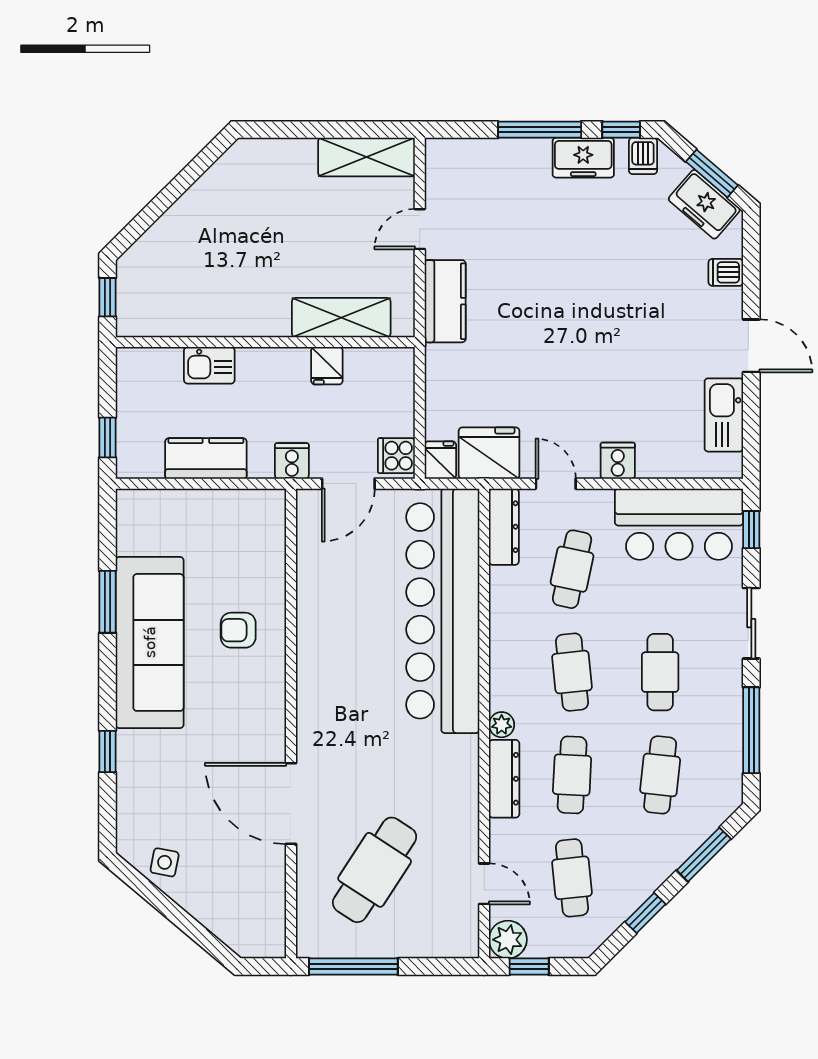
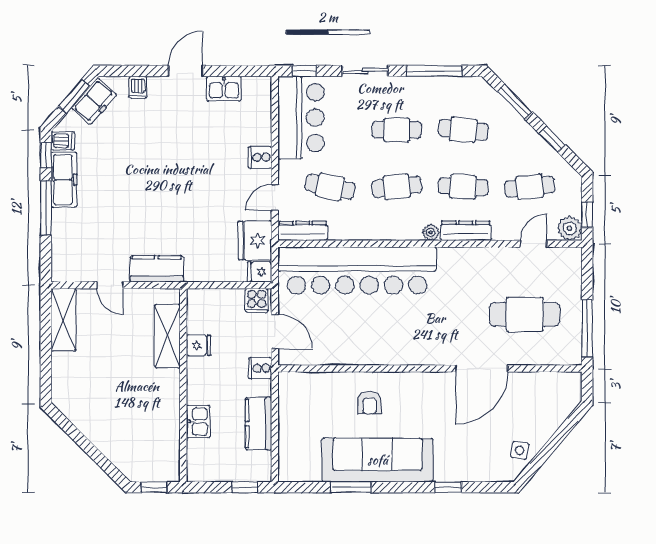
freezer: (583, 158) -> (64, 180), width x1.40
kitchen sink: (724, 415) -> (224, 89), width x0.73
cafe table: (375, 870) -> (525, 315), turned -33

